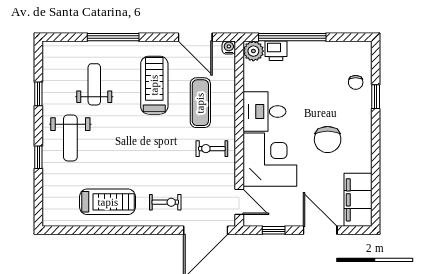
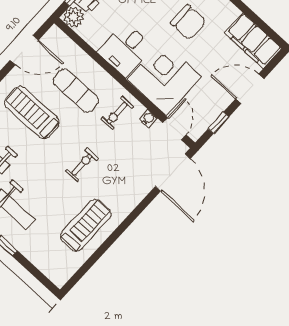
water cooler: (229, 47) -> (148, 119), moved, turned 90
exercise bike: (165, 202) -> (82, 165), moved
door: (239, 202) -> (174, 129), hinge flipped

